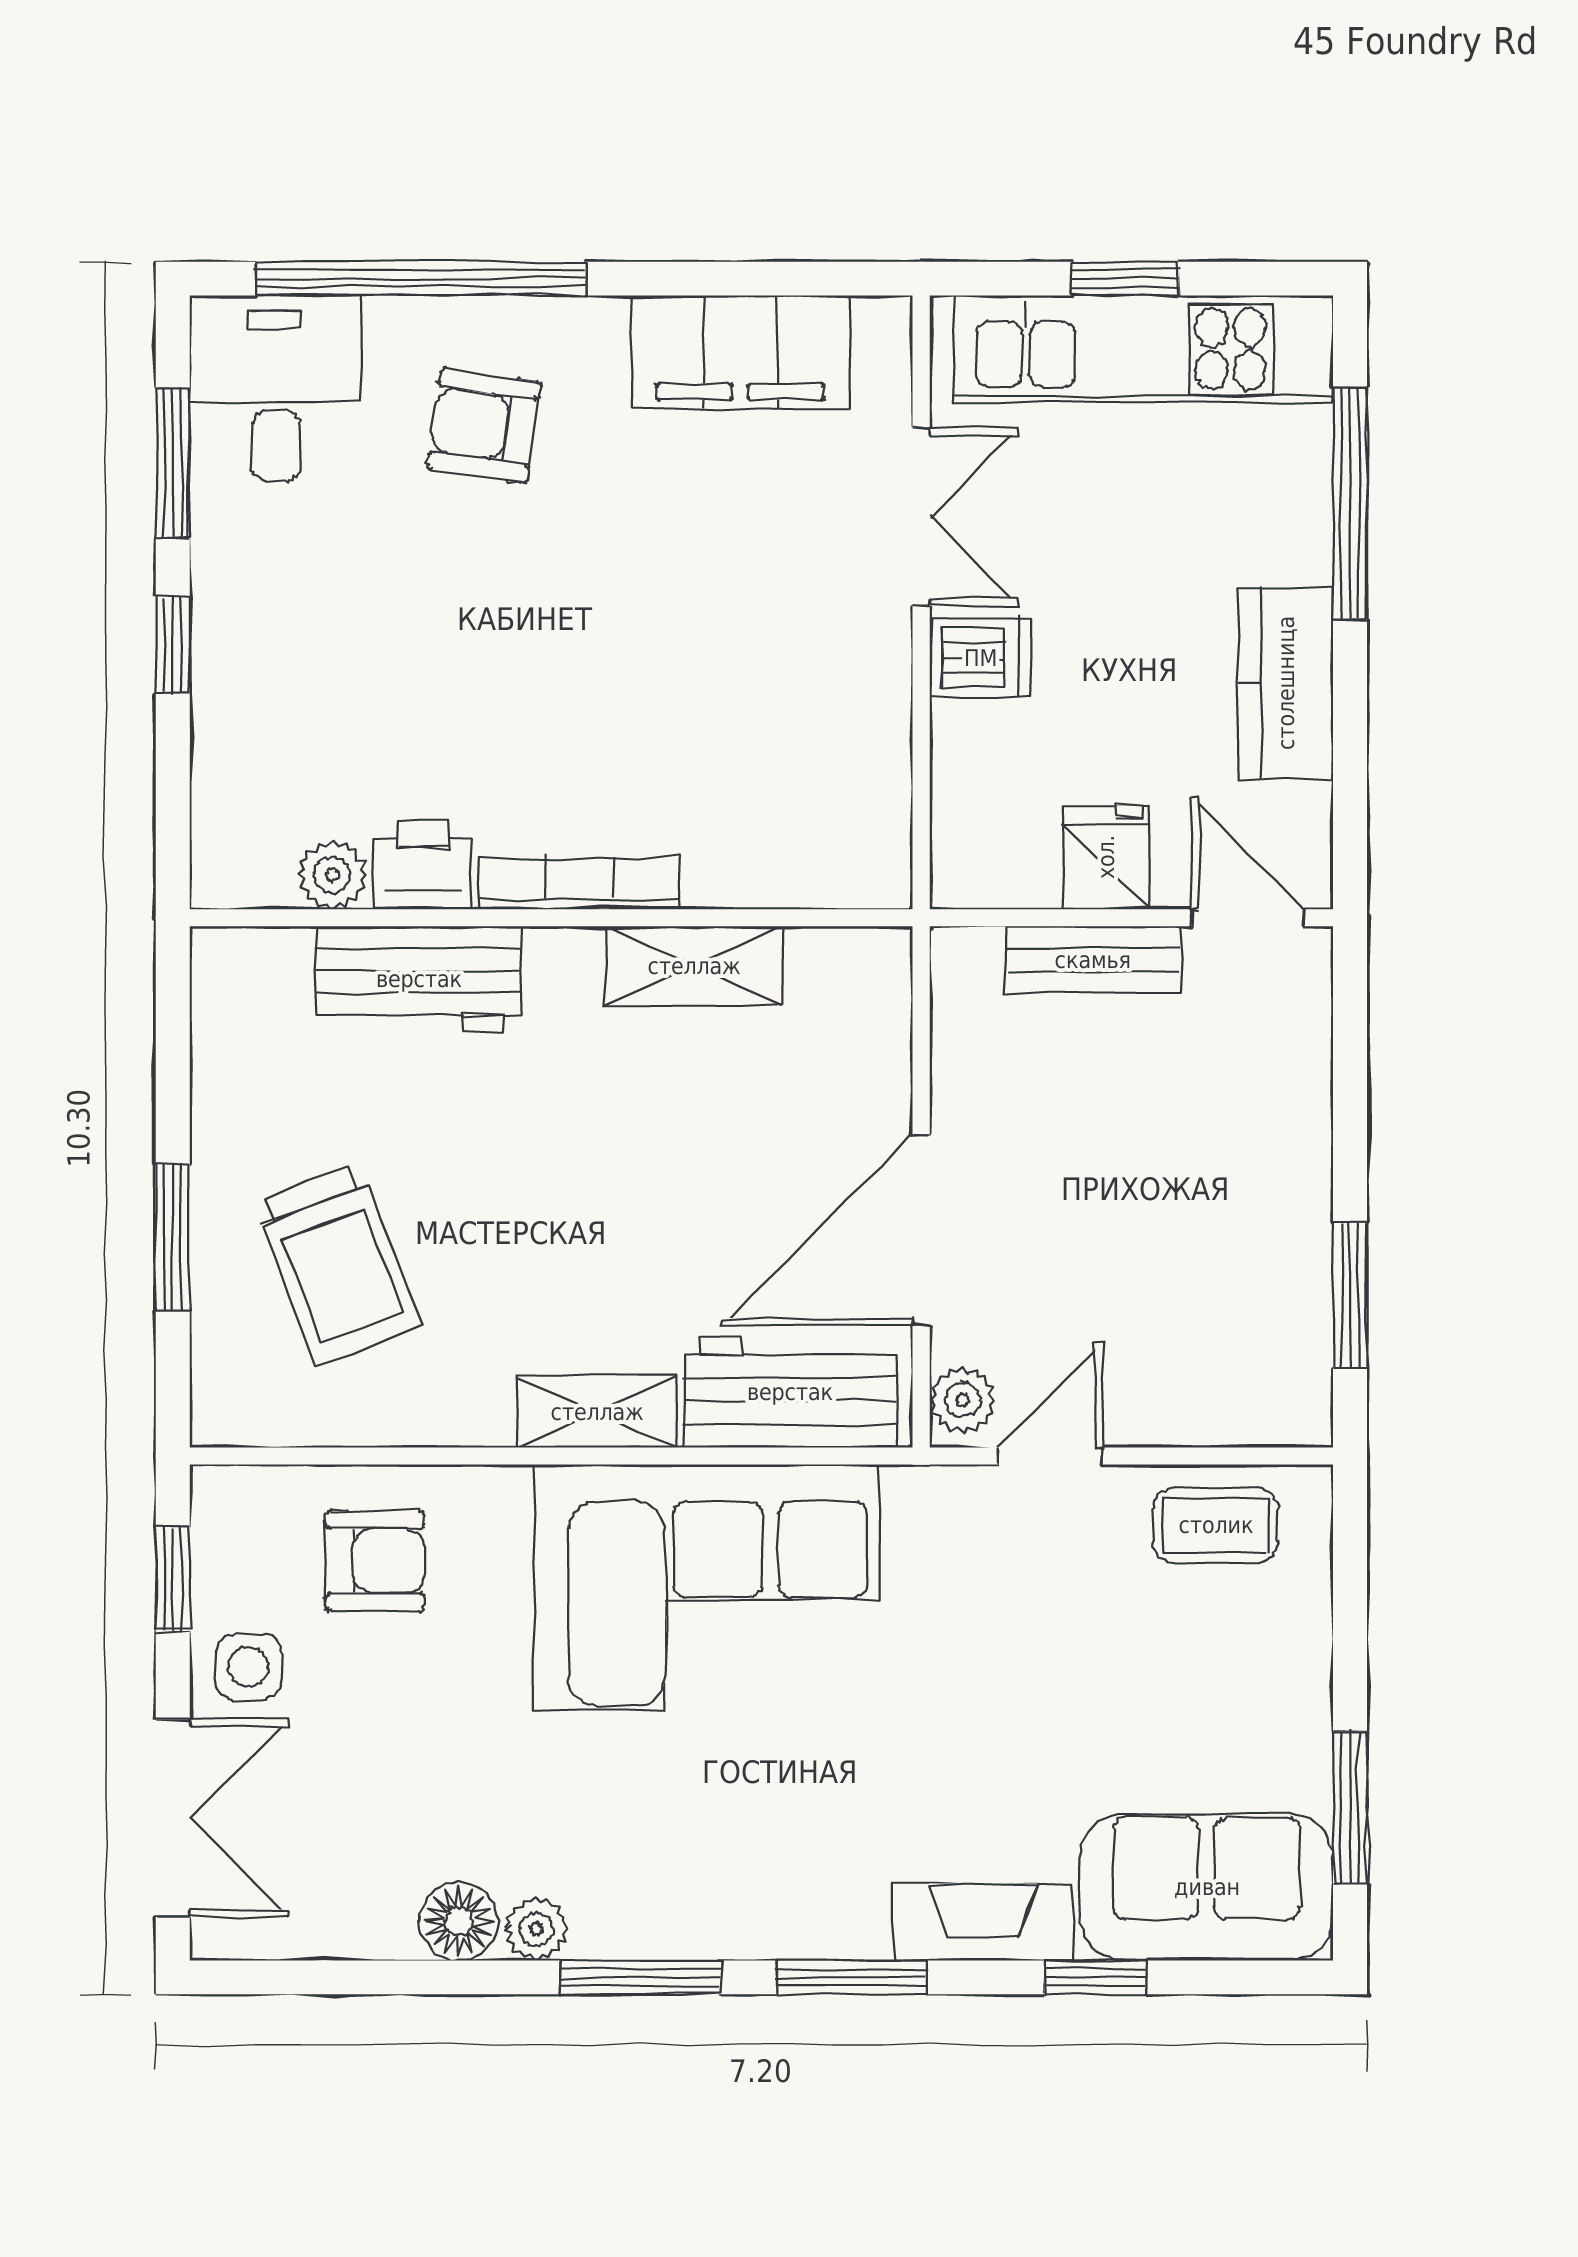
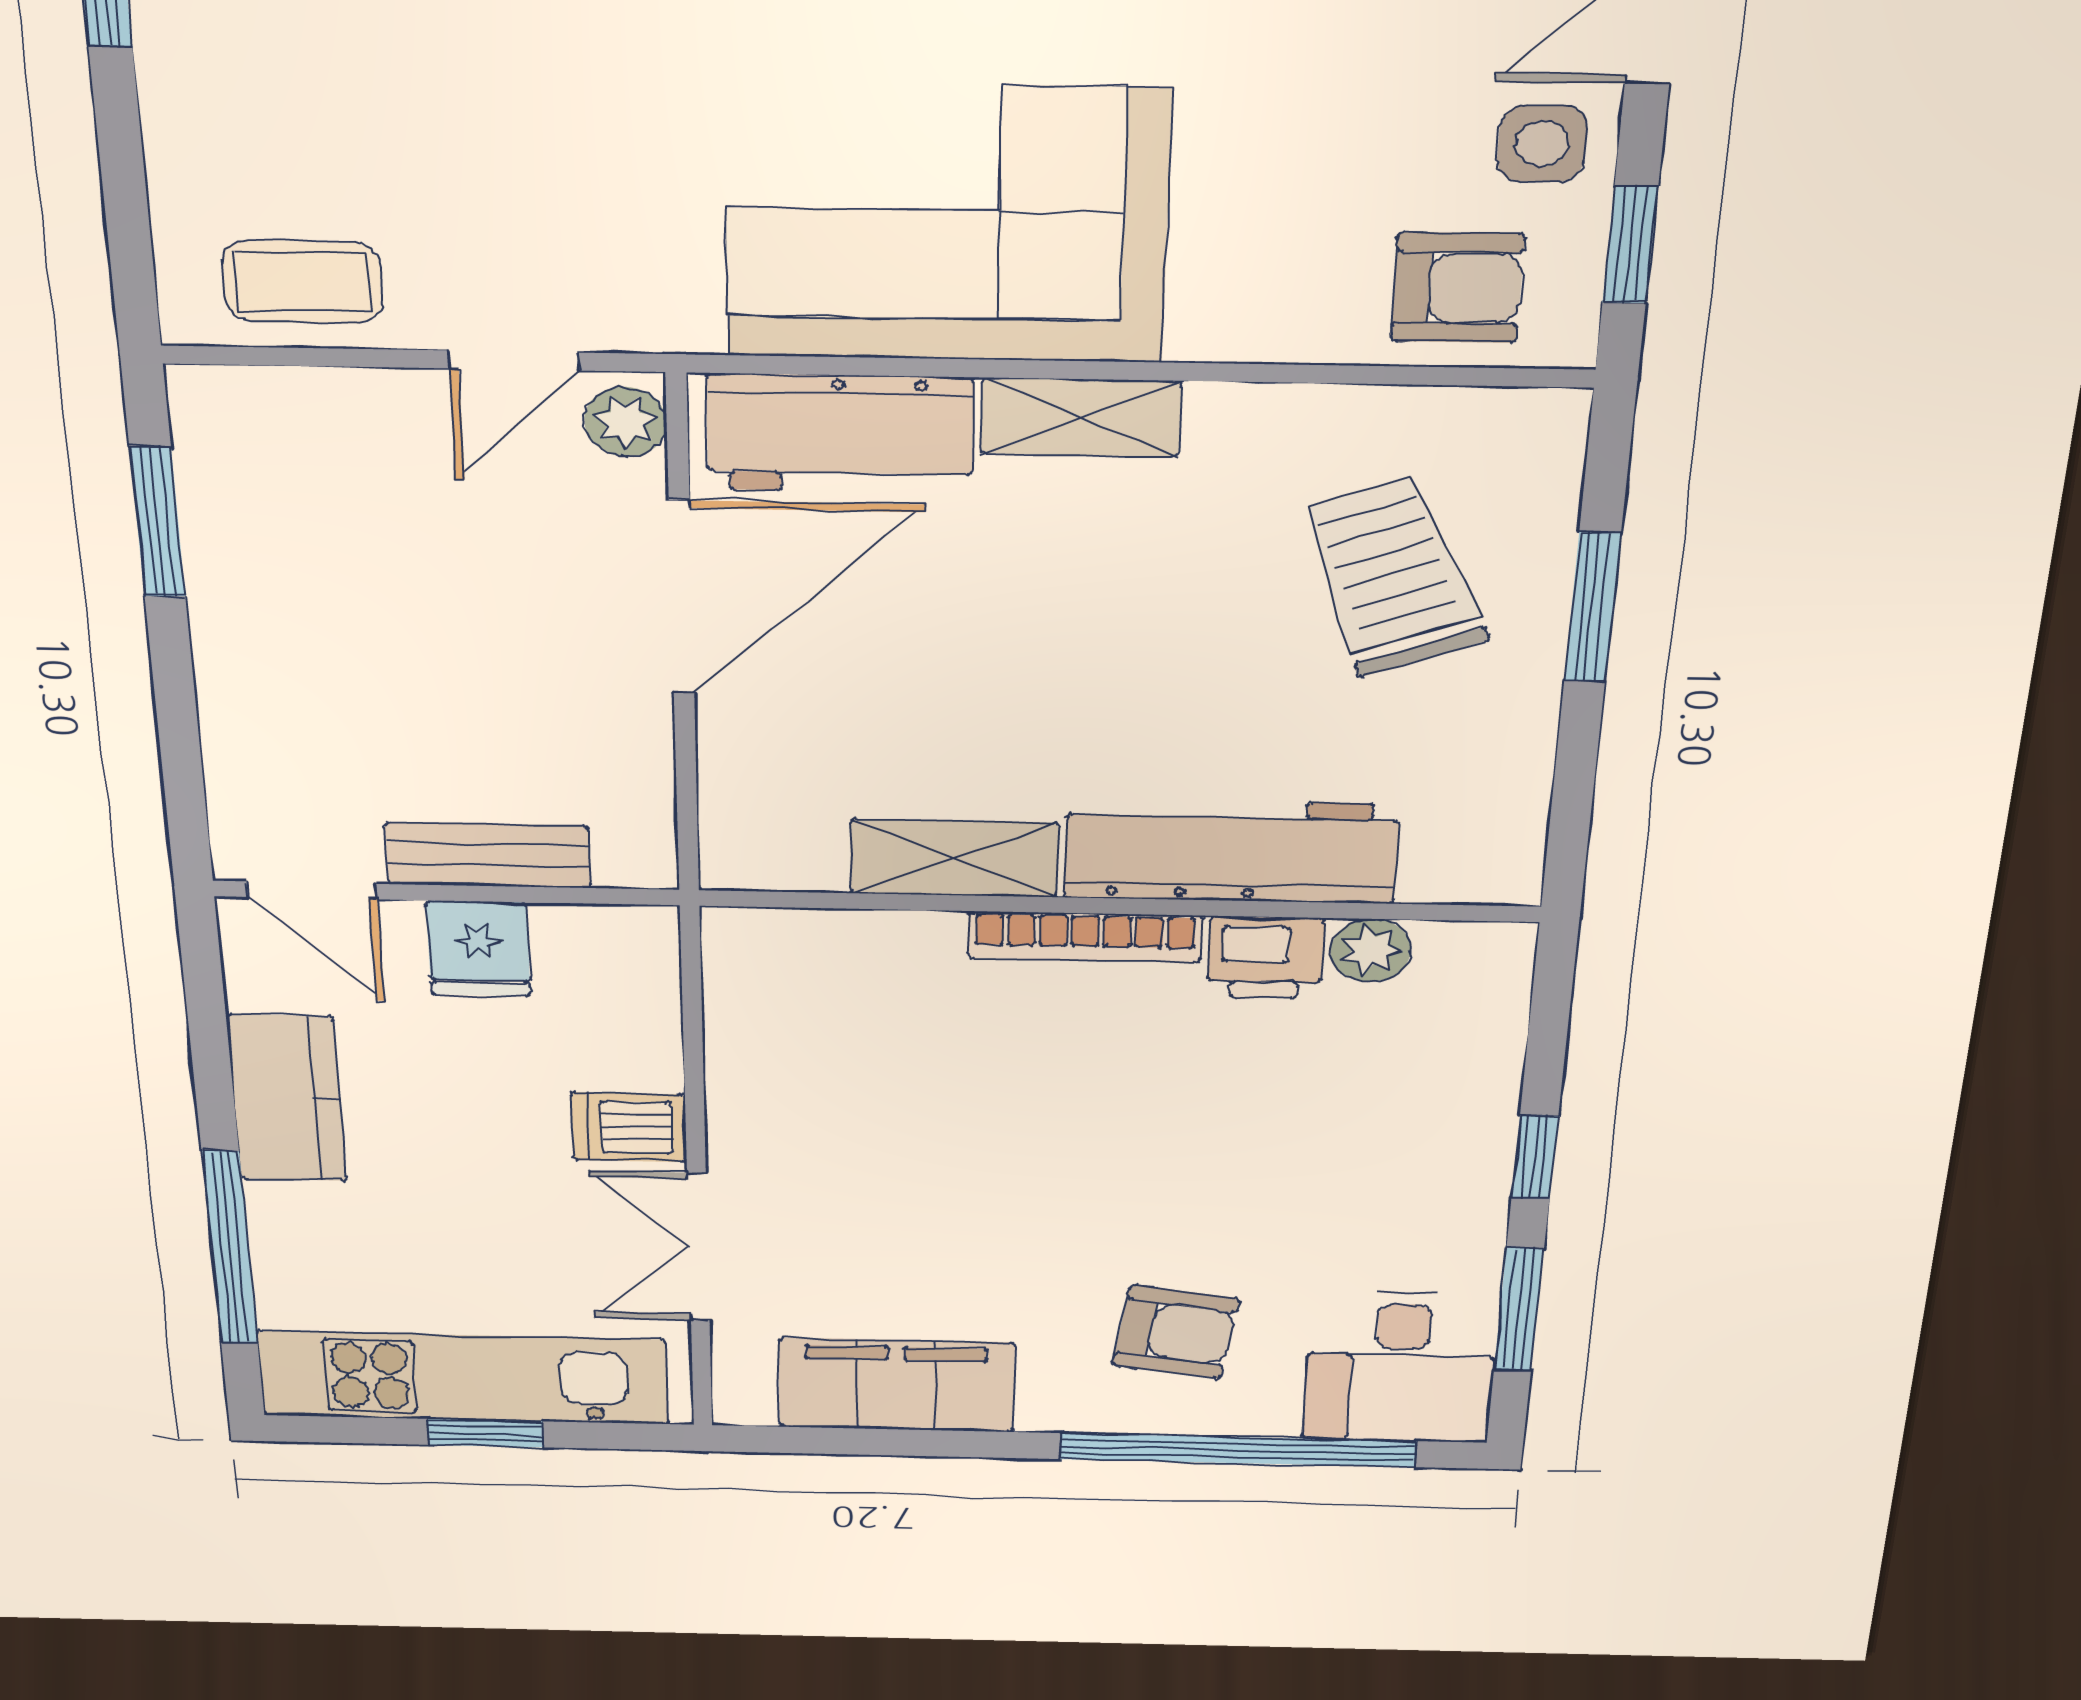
workbench: (419, 979) -> (1231, 851), width x1.37
armchair: (375, 1561) -> (1457, 288), moved, turned 180

